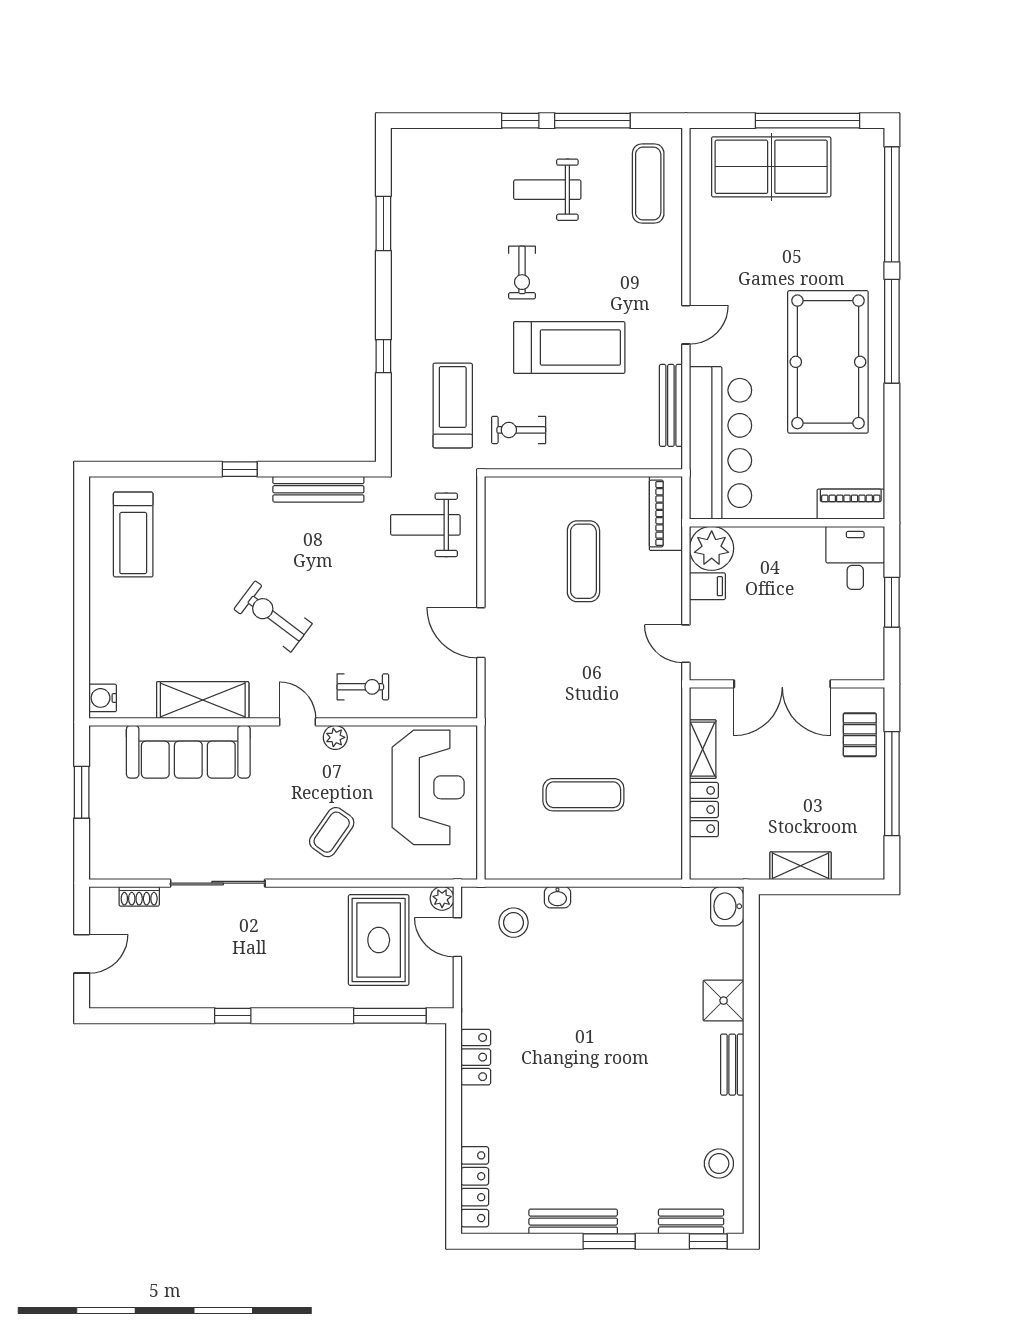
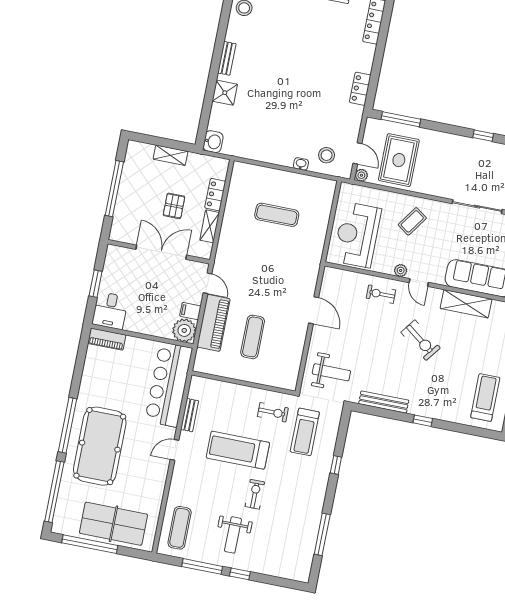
weight bench: (547, 190) -> (233, 535), turned 90
window: (383, 223) -> (322, 534), width x1.44
pool table: (828, 362) -> (100, 446), moved
bench: (671, 405) -> (190, 415), width x0.73
piano: (666, 513) -> (213, 323), moved, width x1.37, depth x1.33
pallet: (860, 735) -> (174, 206), moved

